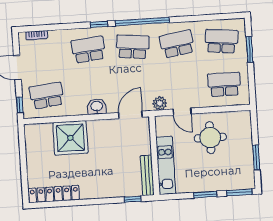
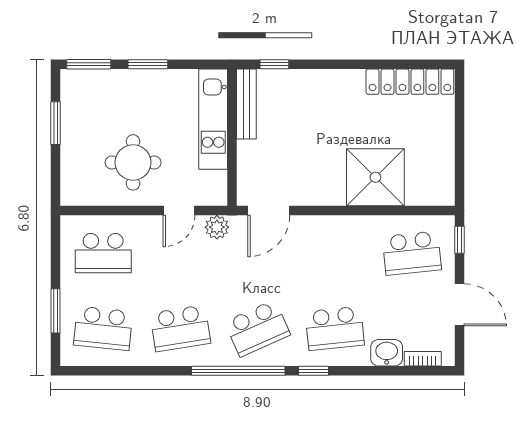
school desk: (133, 47) -> (257, 328), turned -30
washbasin: (97, 107) -> (387, 353), moved, turned 180
door: (182, 112) -> (179, 211), swing flipped

